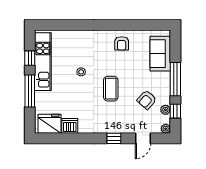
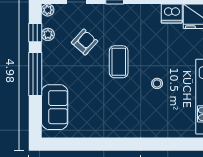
armchair: (122, 43) -> (105, 120), removed
armchair: (147, 100) -> (85, 42), moved

